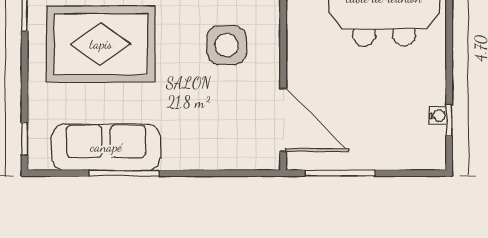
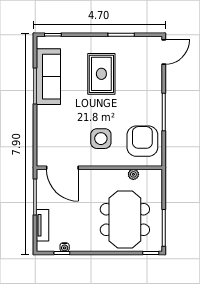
rug: (101, 44) -> (101, 74), width x0.73, depth x0.69
door: (283, 120) -> (62, 168), hinge flipped
tv unit: (395, 159) -> (43, 225), added

